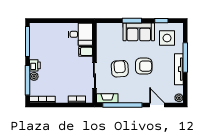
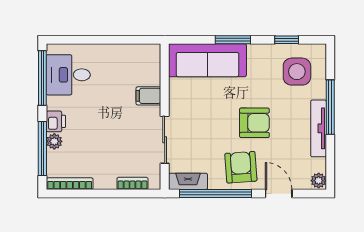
sofa: (139, 32) -> (207, 60), moved, width x1.36
desk: (80, 34) -> (68, 75), moved, turned 180
armchair: (120, 69) -> (241, 167), moved

